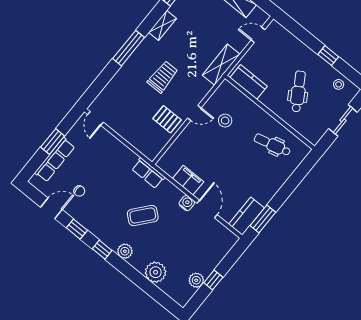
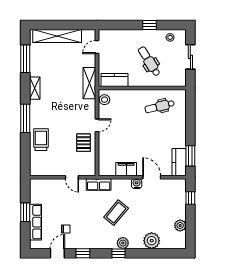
trolley: (163, 77) -> (41, 140), moved
door: (95, 118) -> (72, 177), moved
pallet: (167, 119) -> (83, 143), turned 90
stool: (225, 121) -> (105, 100), moved
window: (102, 250) -> (118, 253), moved
window: (213, 280) -> (190, 198), moved

